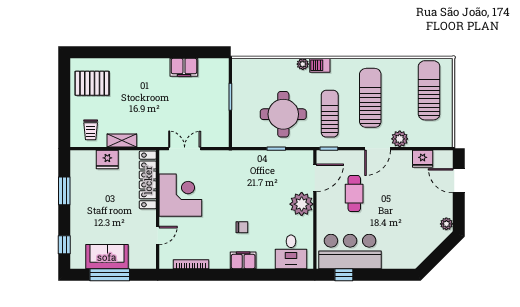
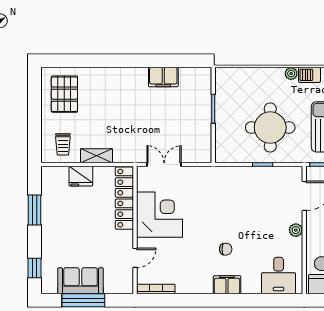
pallet: (92, 83) -> (64, 94), turned 90
plant: (302, 204) -> (296, 230), width x0.53, depth x0.53
bookcase: (191, 264) -> (156, 289), moved

